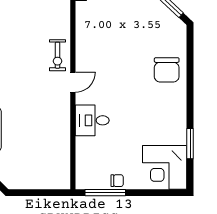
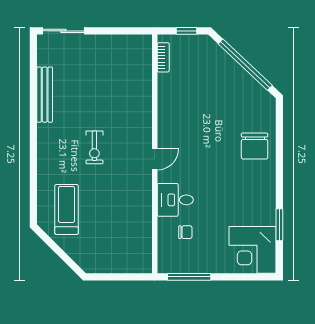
exercise bike: (57, 55) -> (94, 147), moved
chair: (117, 181) -> (185, 232), moved

